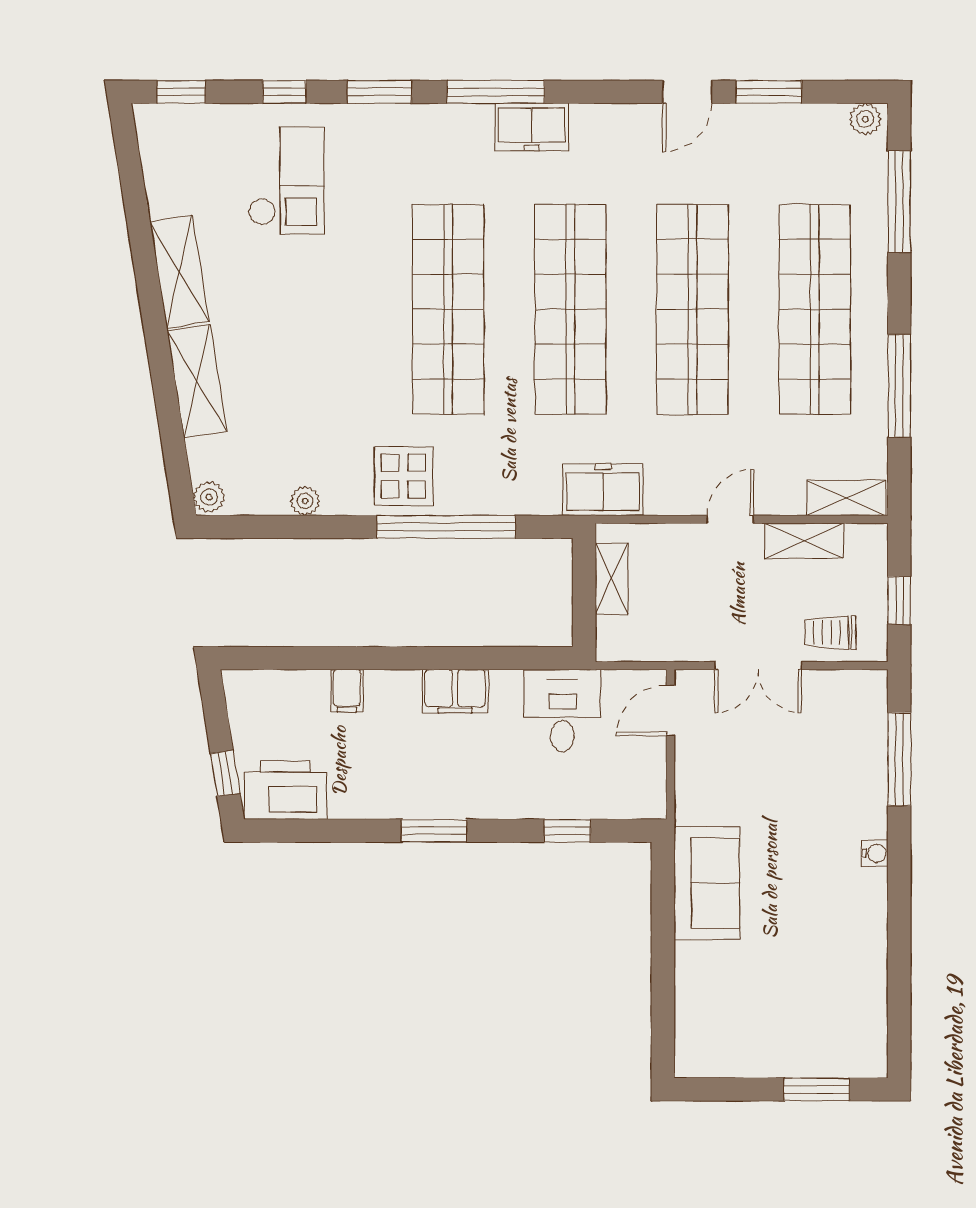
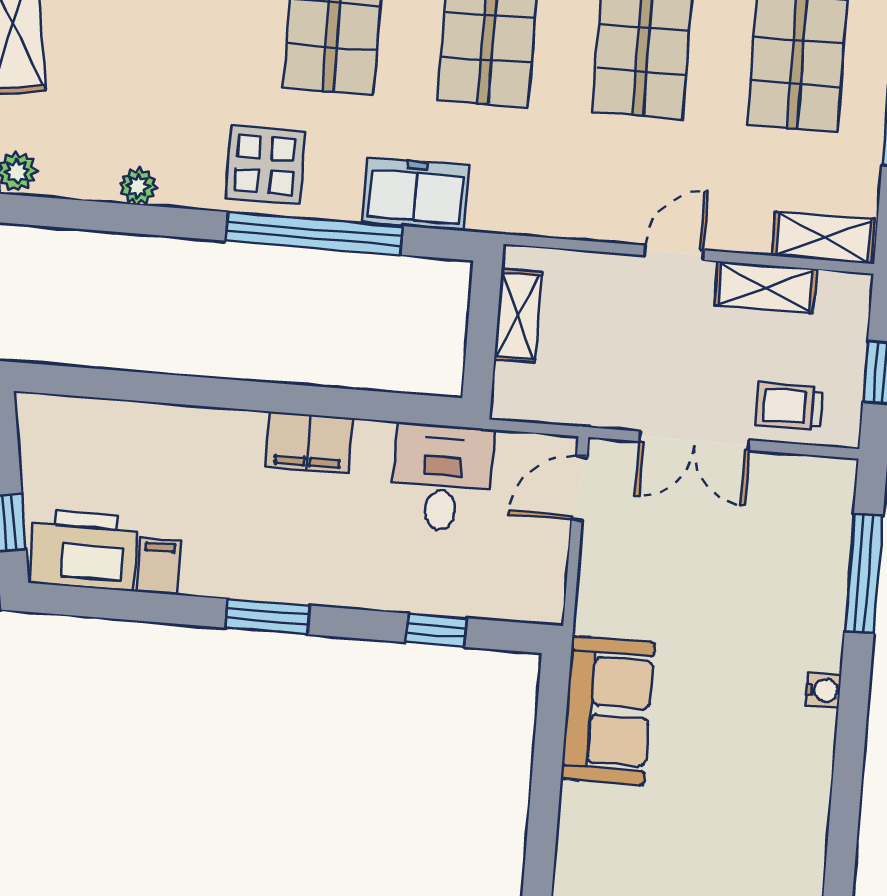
freezer: (603, 490) -> (415, 194), moved
filing cabinet: (347, 691) -> (159, 566), moved, turned 180

